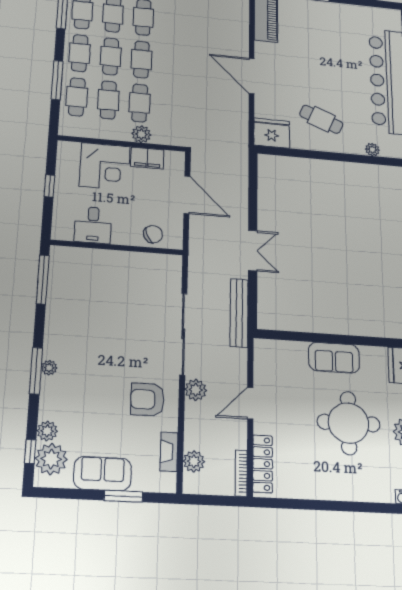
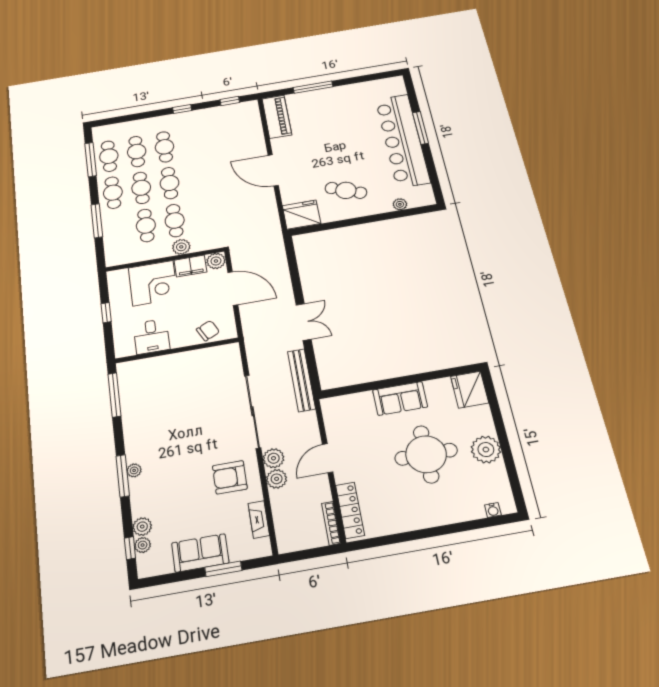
cafe table: (77, 97) -> (117, 230), removed
plant: (175, 160) -> (216, 261), added
plant: (51, 459) -> (143, 545), width x0.53, depth x0.53
plant: (194, 461) -> (277, 479), moved

